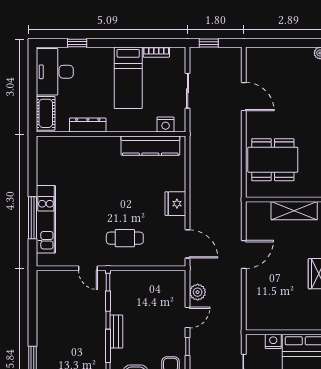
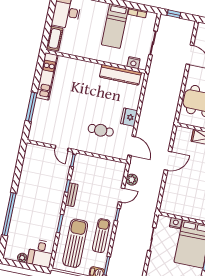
dresser: (88, 125) -> (81, 52), removed
kitchen unit: (46, 219) -> (47, 76), moved
cafe table: (125, 238) -> (101, 130), moved

